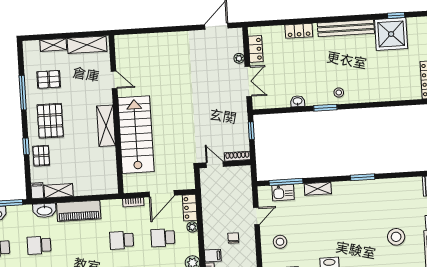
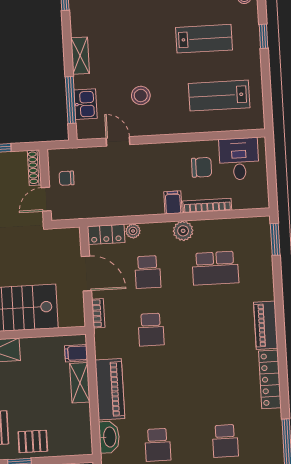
filing cabinet: (37, 191) -> (76, 353), moved
shelving: (59, 191) -> (80, 383), moved
chair: (233, 238) -> (67, 178), moved
stool: (280, 242) -> (141, 95), moved

